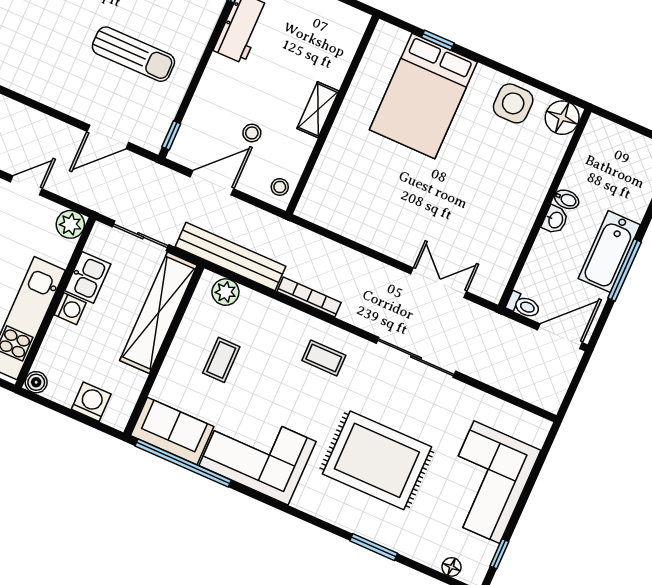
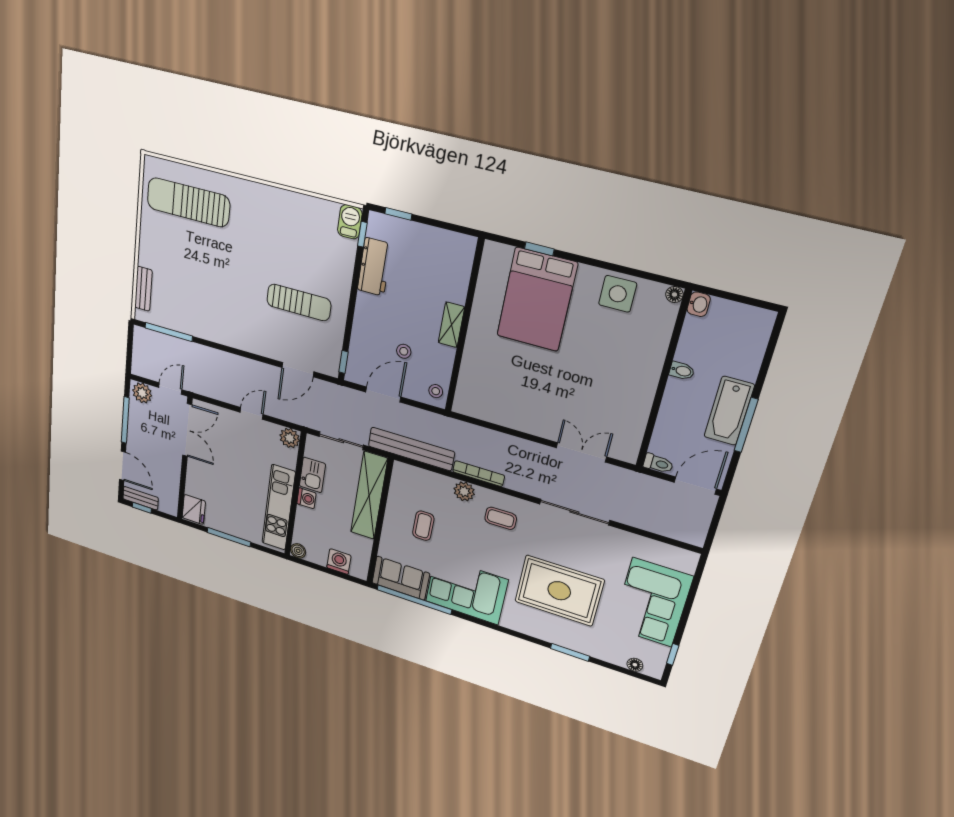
floor lamp: (562, 118) -> (674, 294), width x0.53, depth x0.53
washbasin: (555, 220) -> (699, 304), moved
plant: (225, 292) -> (464, 491), moved

